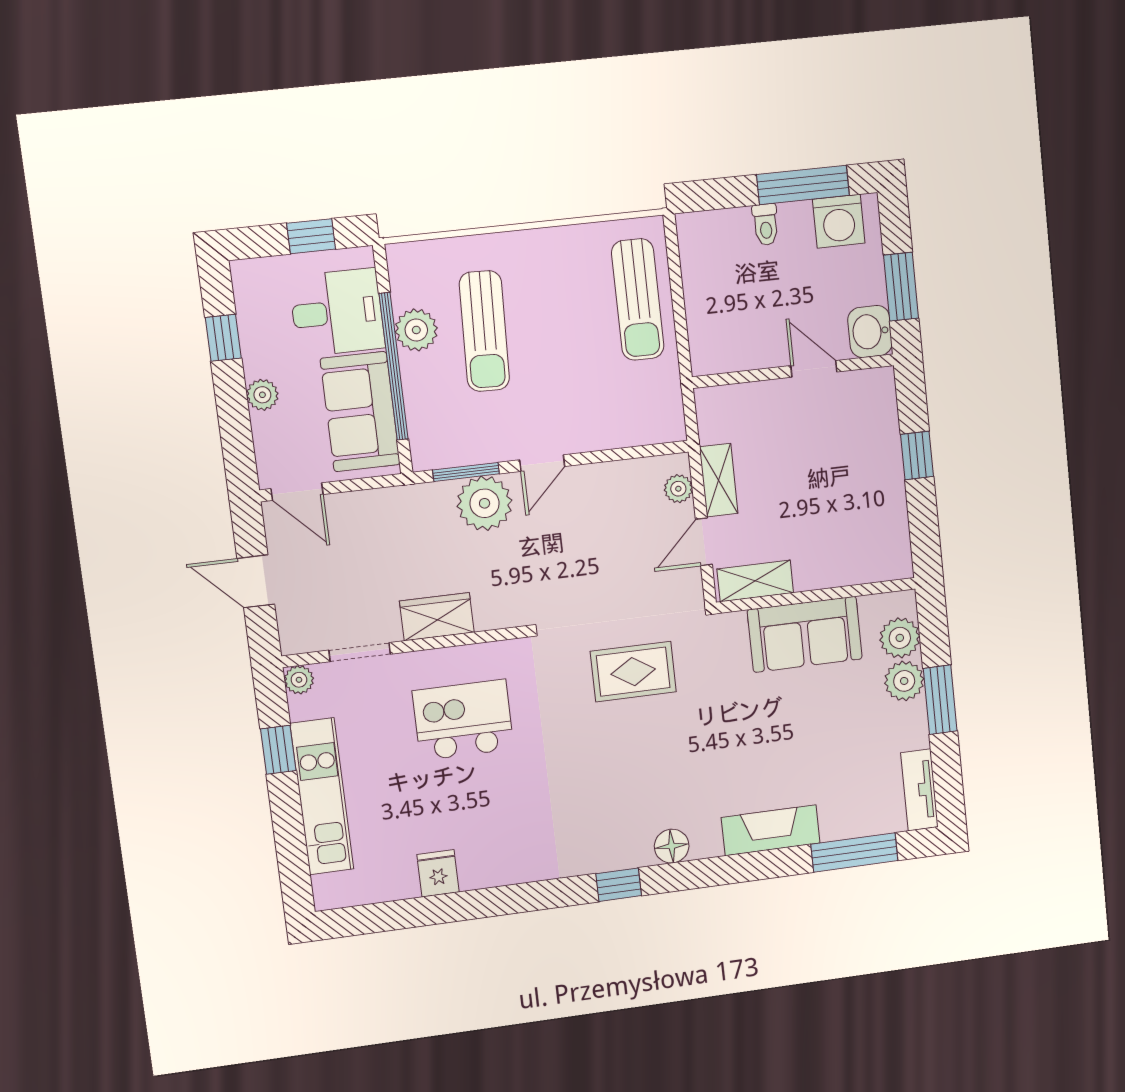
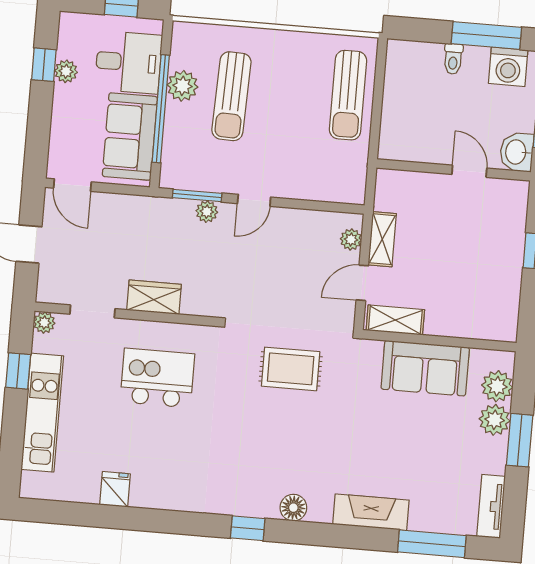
plant: (262, 395) -> (66, 71), moved
plant: (485, 503) -> (207, 212), width x0.53, depth x0.53

